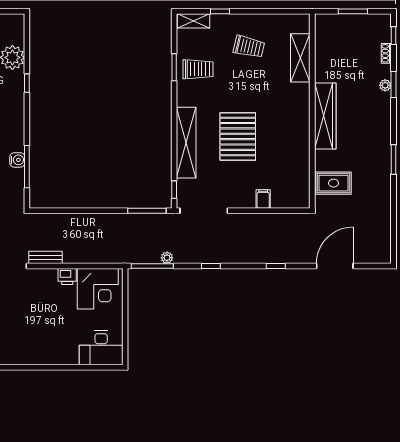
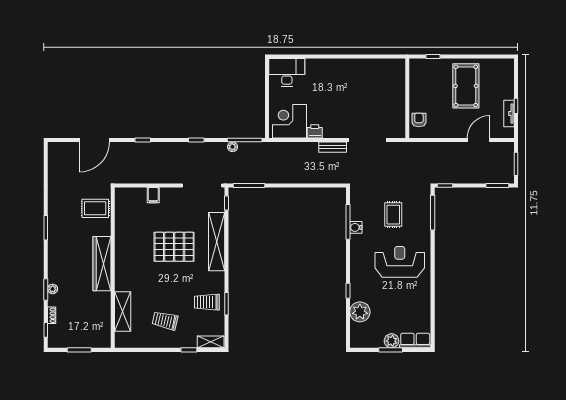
pallet: (238, 136) -> (174, 247), turned 90

